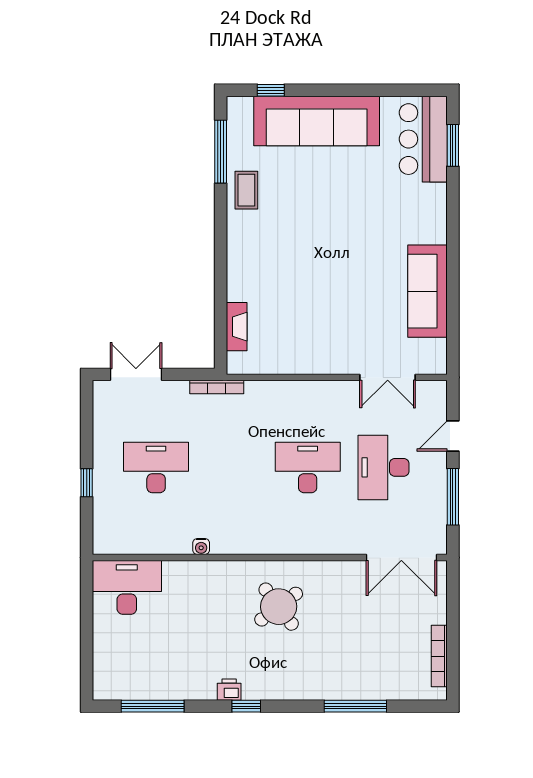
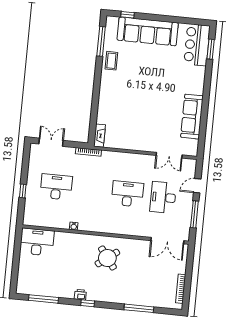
fireplace: (237, 327) -> (99, 136), moved

